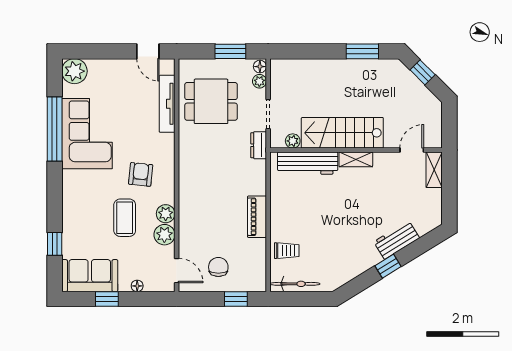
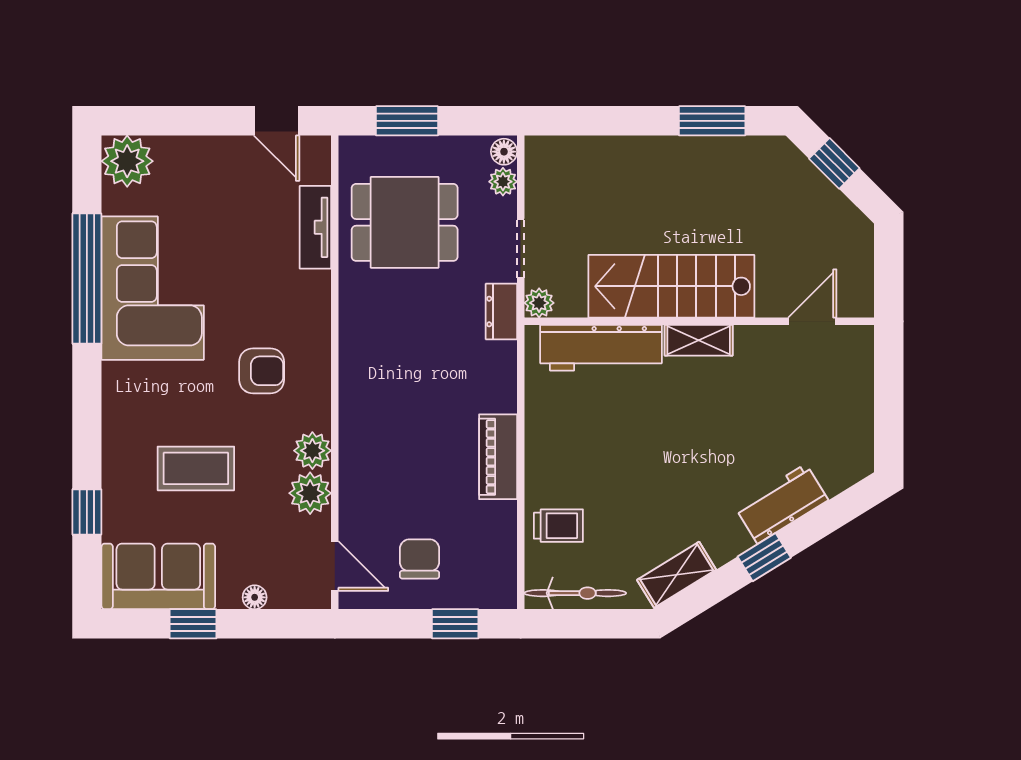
window: (230, 51) -> (407, 121), moved
tv unit: (167, 104) -> (315, 227), width x0.71
plant: (293, 141) -> (539, 303), moved
shelving: (434, 170) -> (677, 575), moved, turned 58
armchair: (141, 174) -> (262, 371), turned 84
coffee table: (125, 218) -> (196, 468), moved, turned 90

